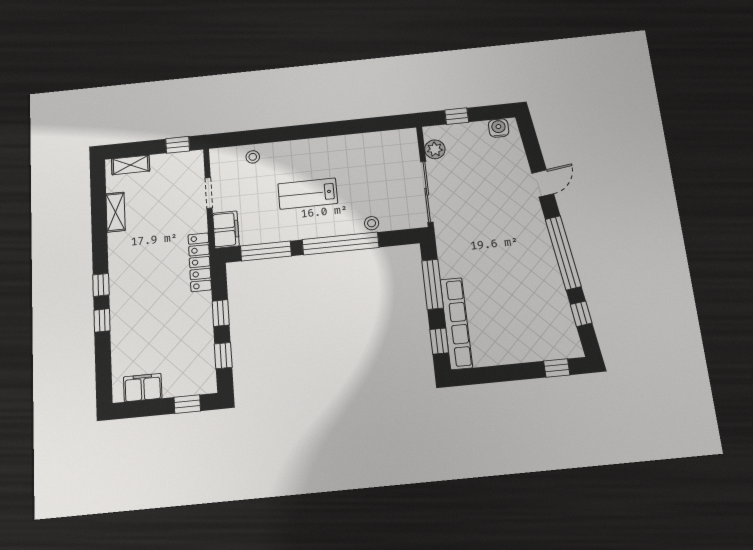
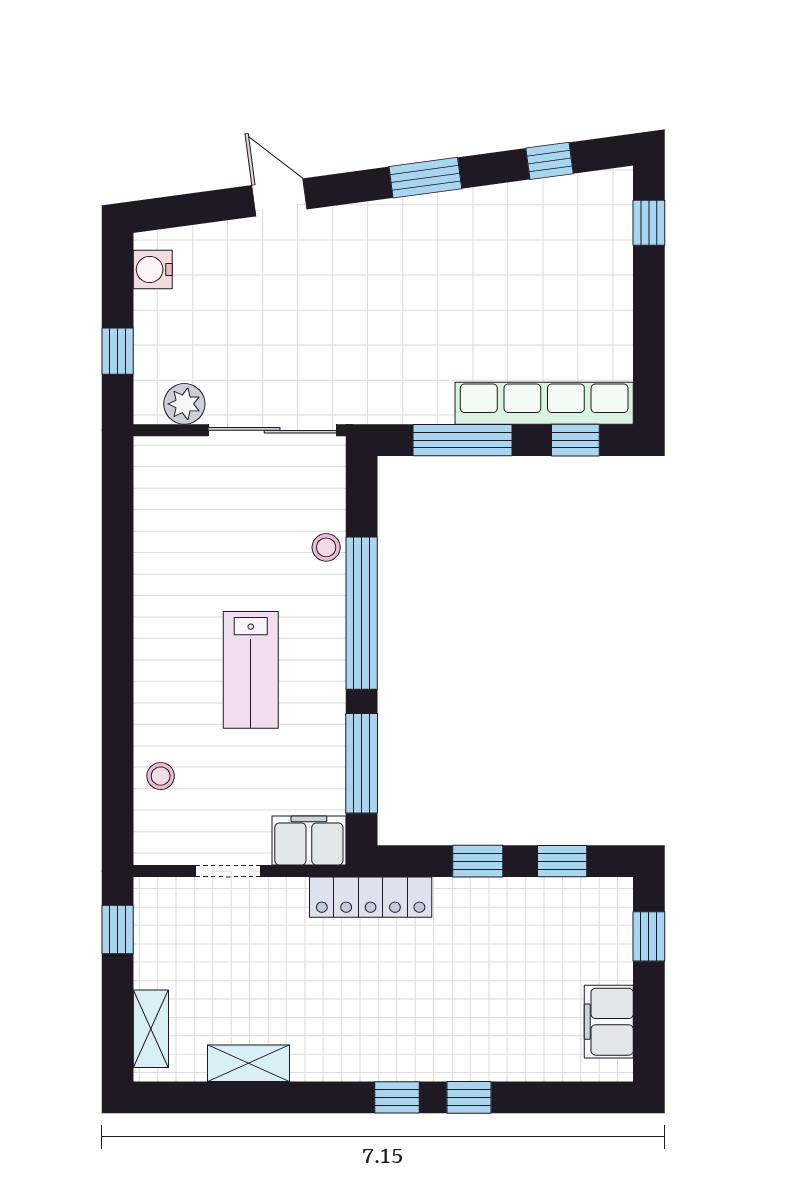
window: (563, 253) -> (425, 178), width x0.47

